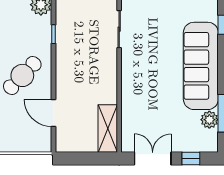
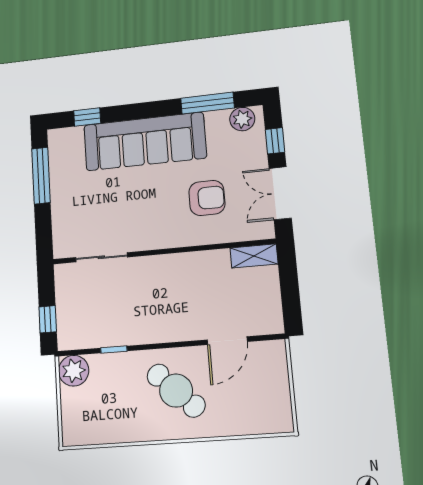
armchair: (155, 107) -> (207, 198), added
plant: (209, 120) -> (242, 119), moved
shelving: (108, 128) -> (254, 256), width x0.67, depth x0.75

